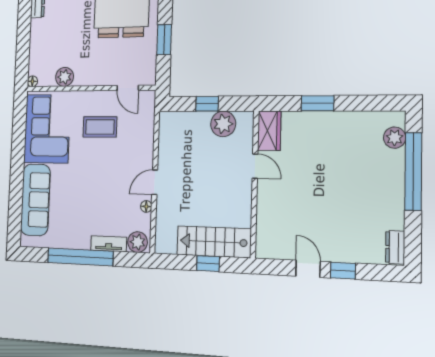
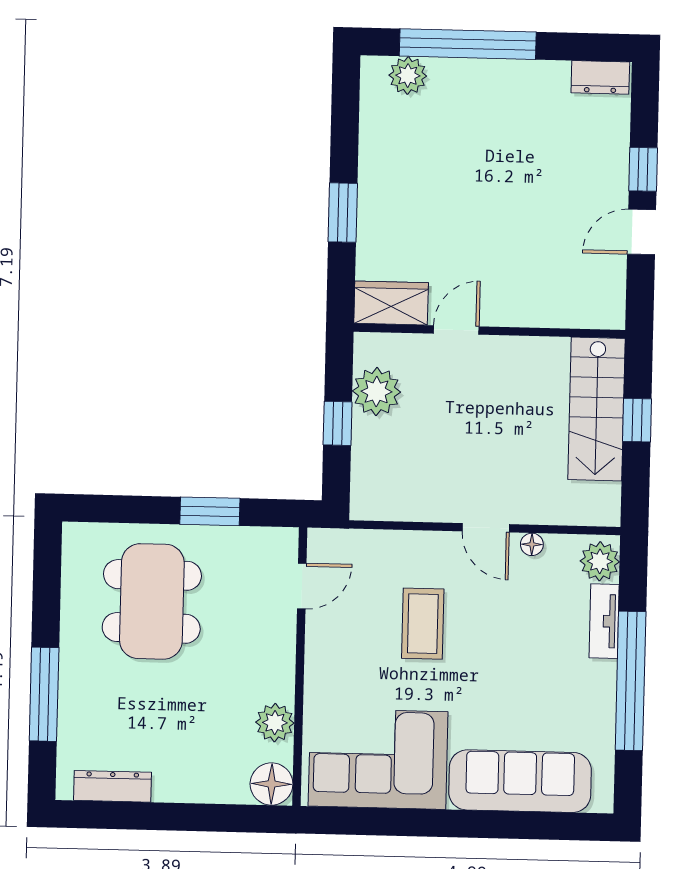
floor lamp: (32, 81) -> (272, 784), width x1.89, depth x1.89
coffee table: (100, 127) -> (423, 624), moved

